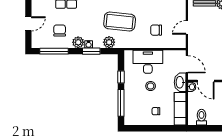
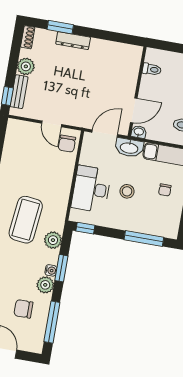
chair: (156, 30) -> (67, 144), moved
window: (121, 77) -> (85, 228), moved

